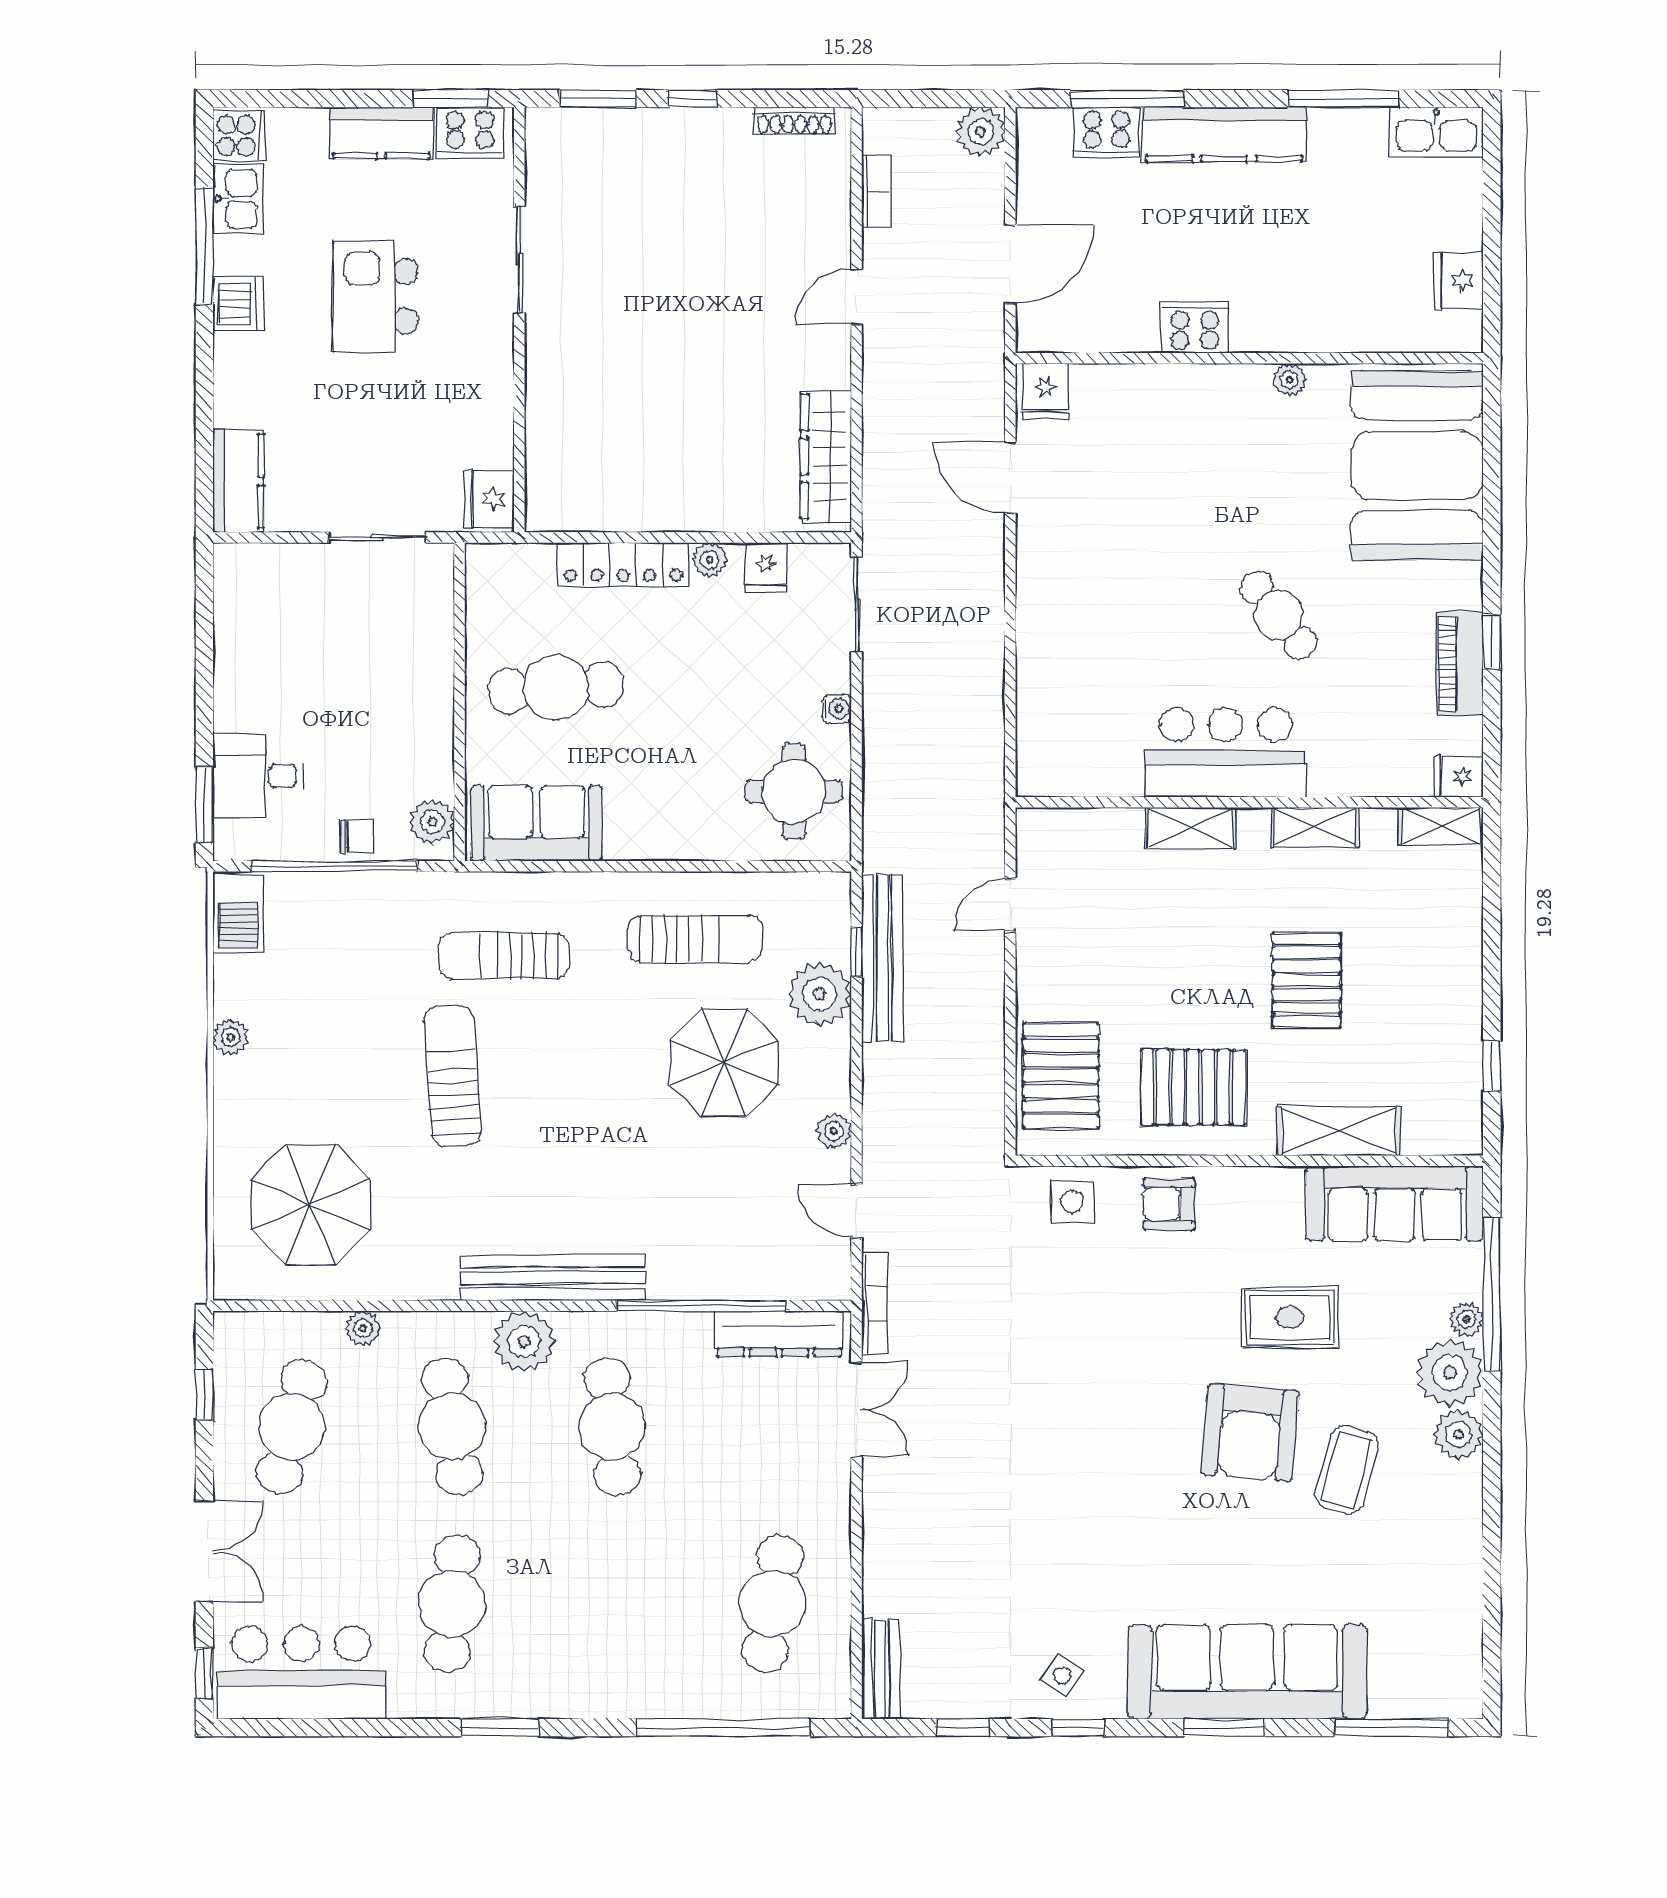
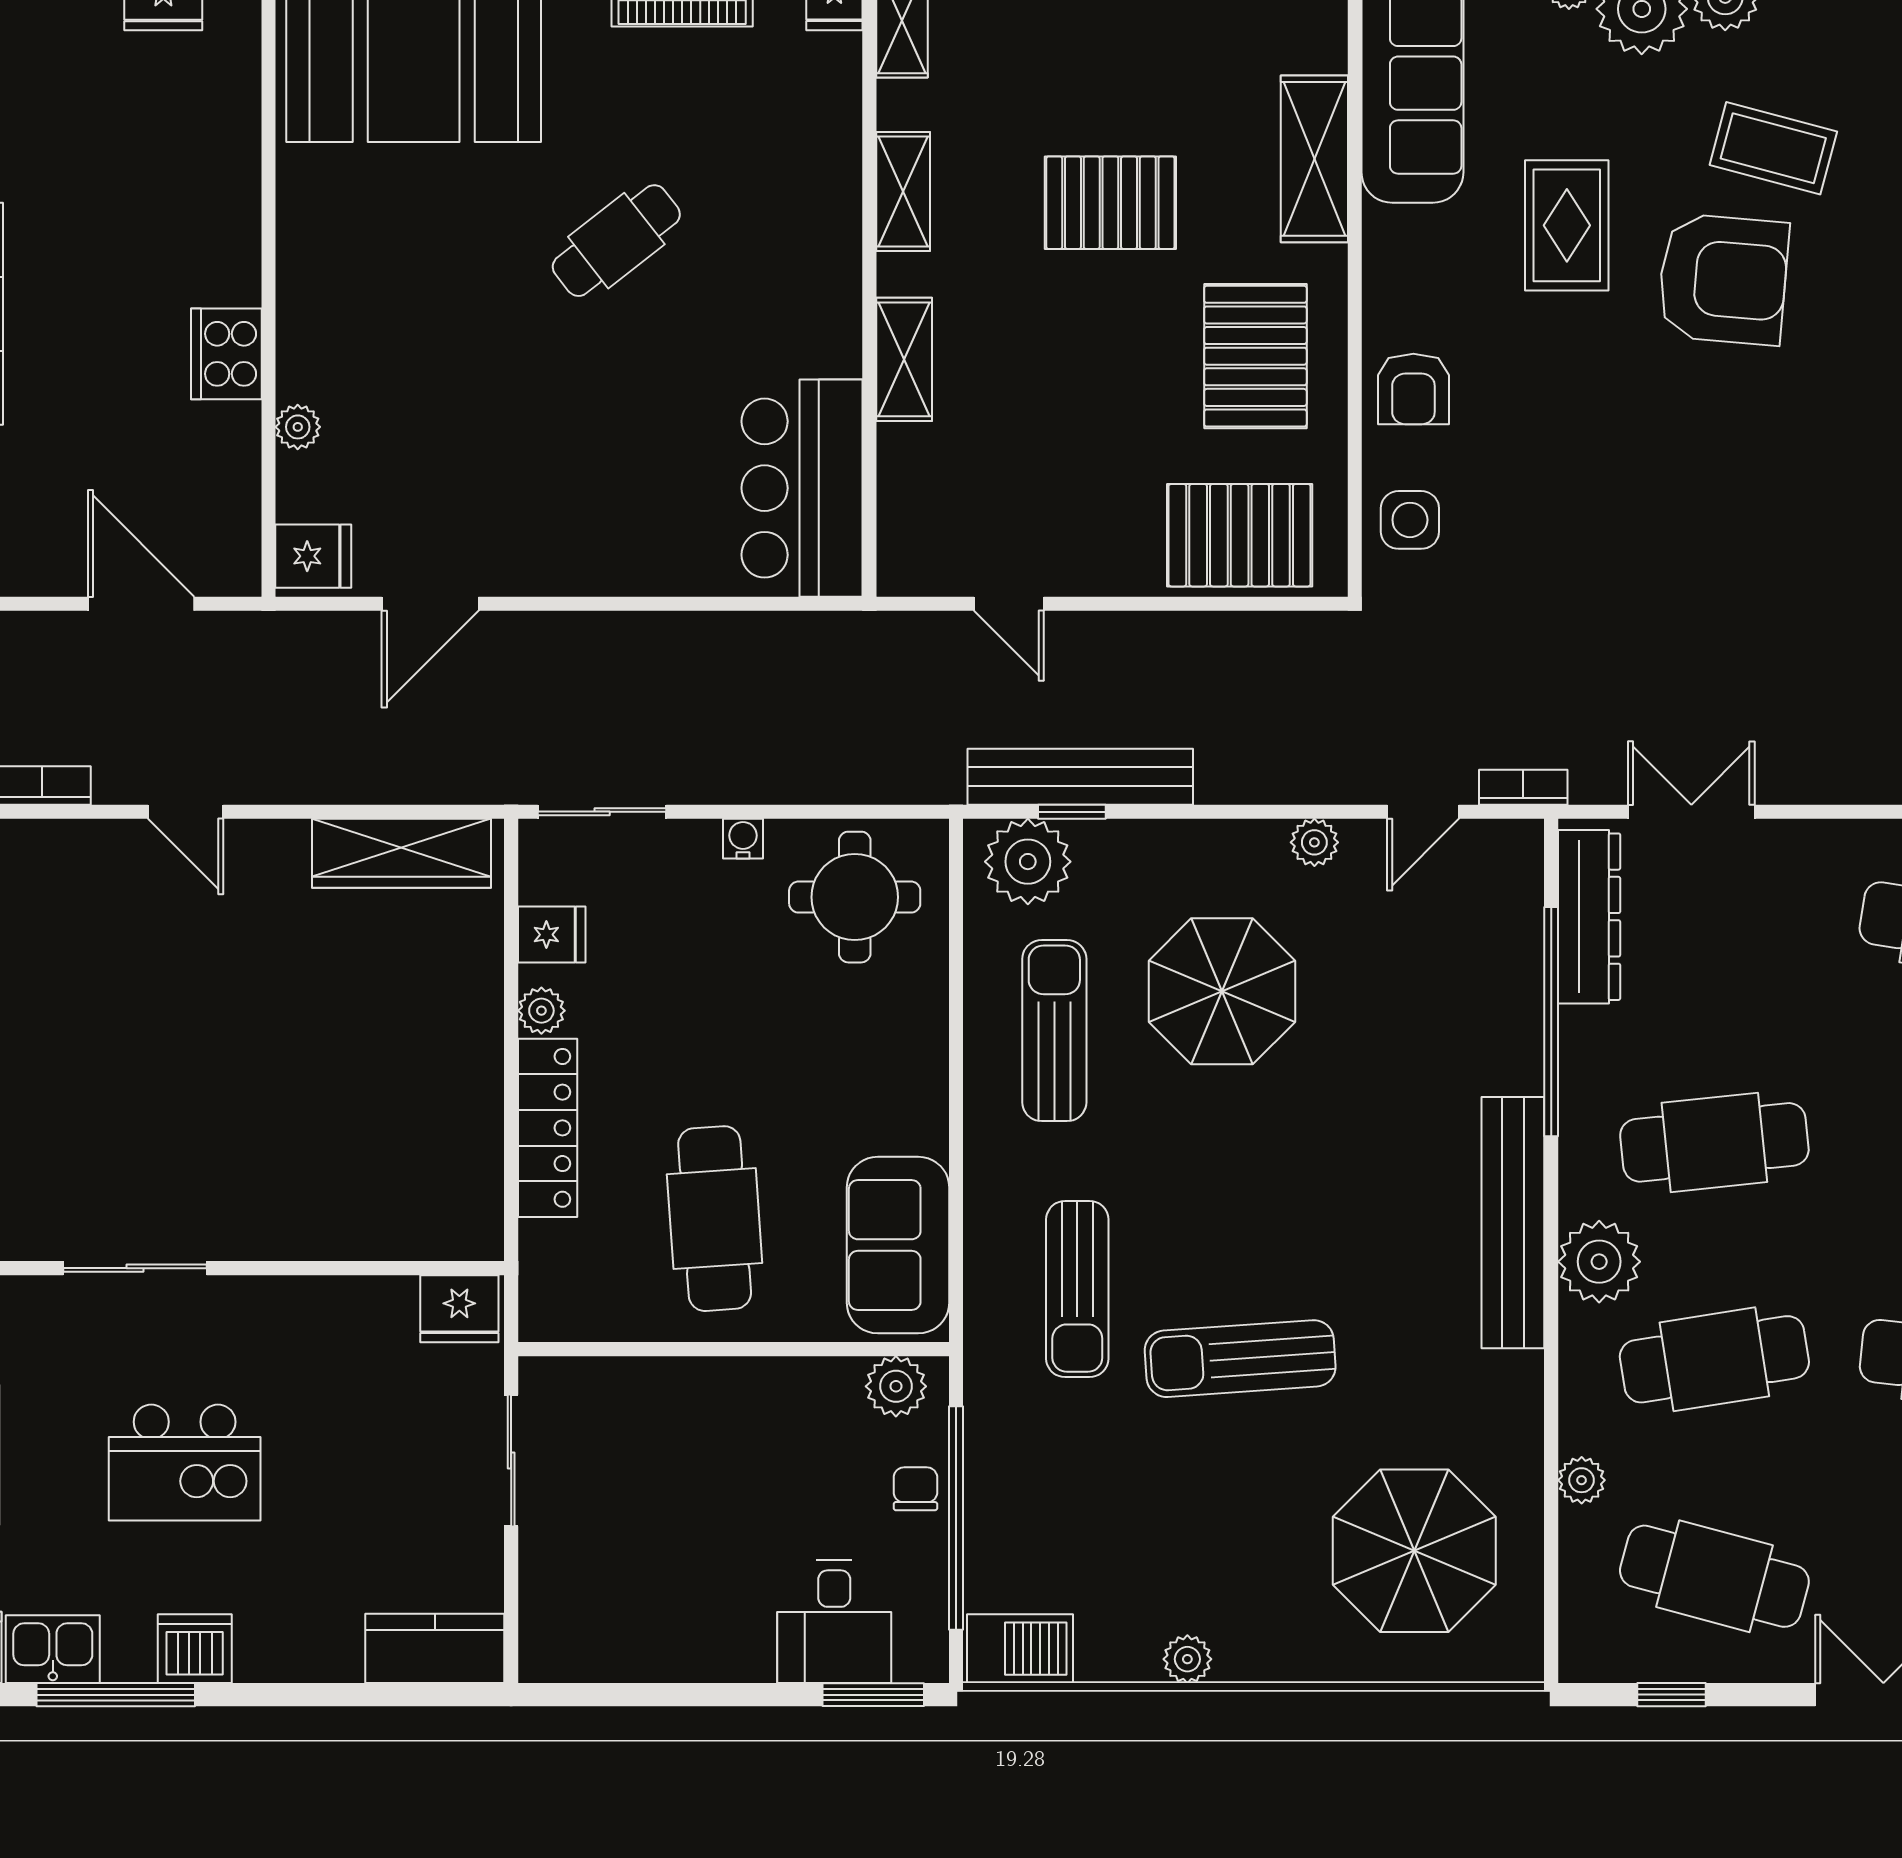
plant: (1290, 380) -> (298, 427), moved
bar counter: (1226, 752) -> (802, 488), moved
plant: (820, 994) -> (1028, 862), moved
bookcase: (875, 1304) -> (1523, 787), width x0.64

